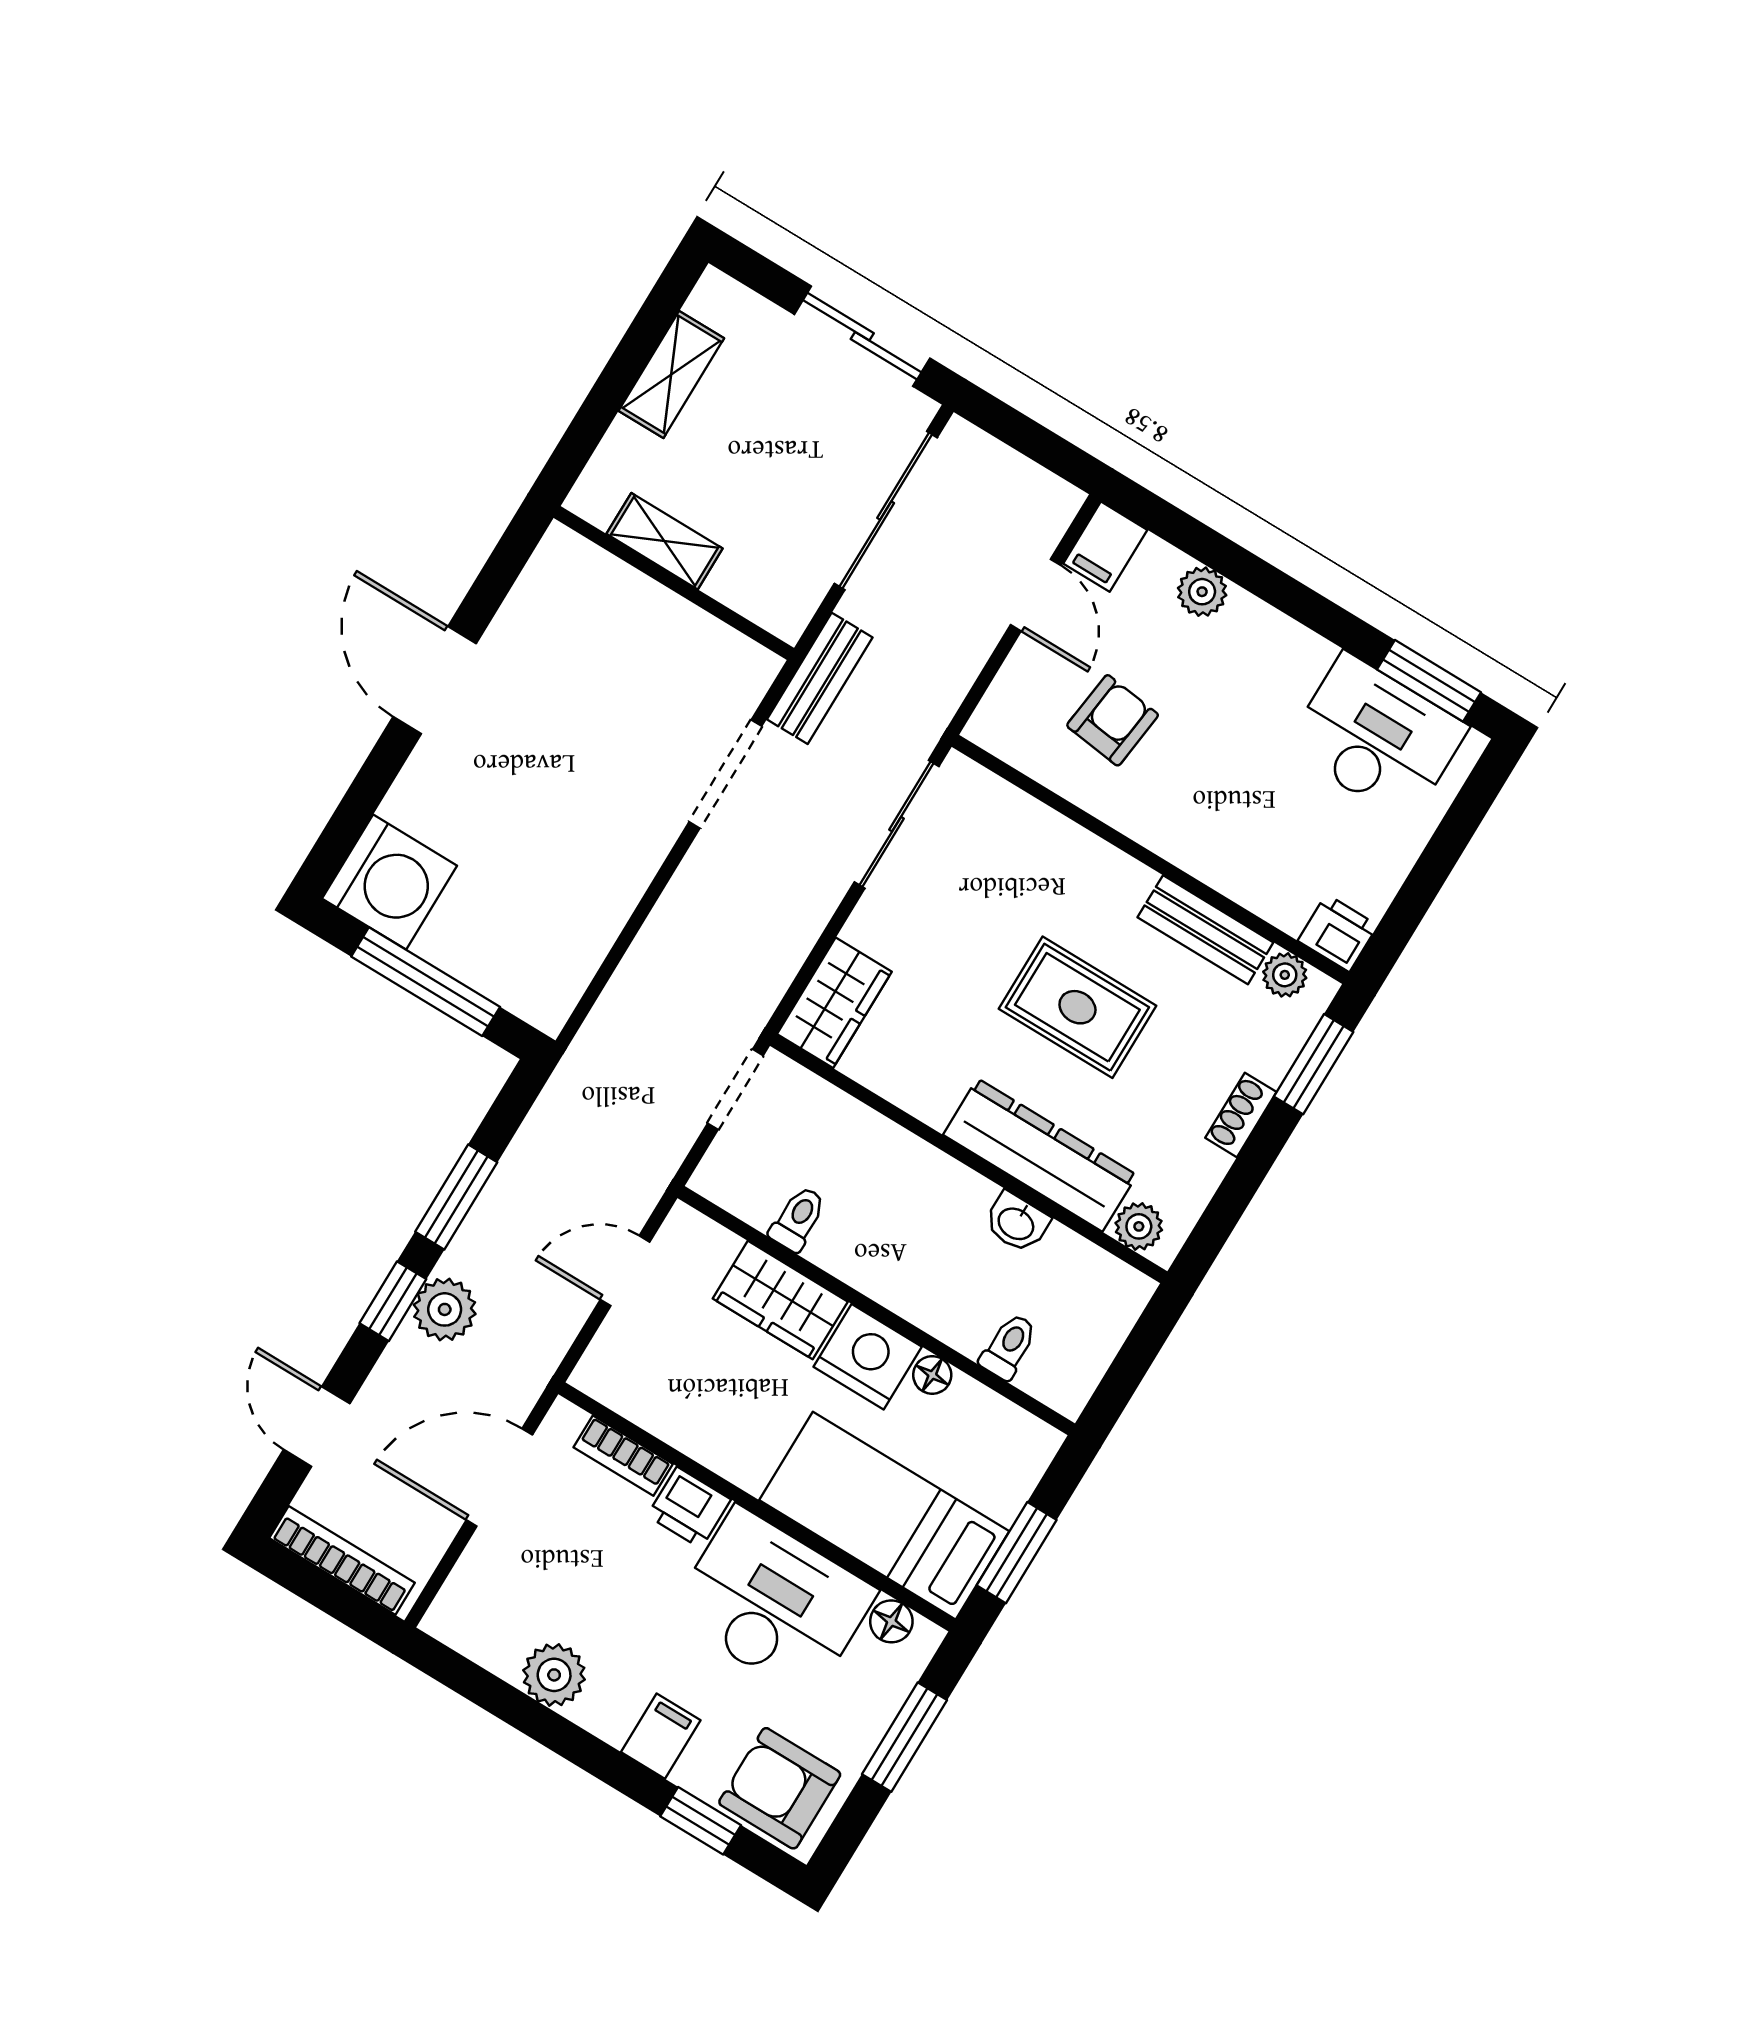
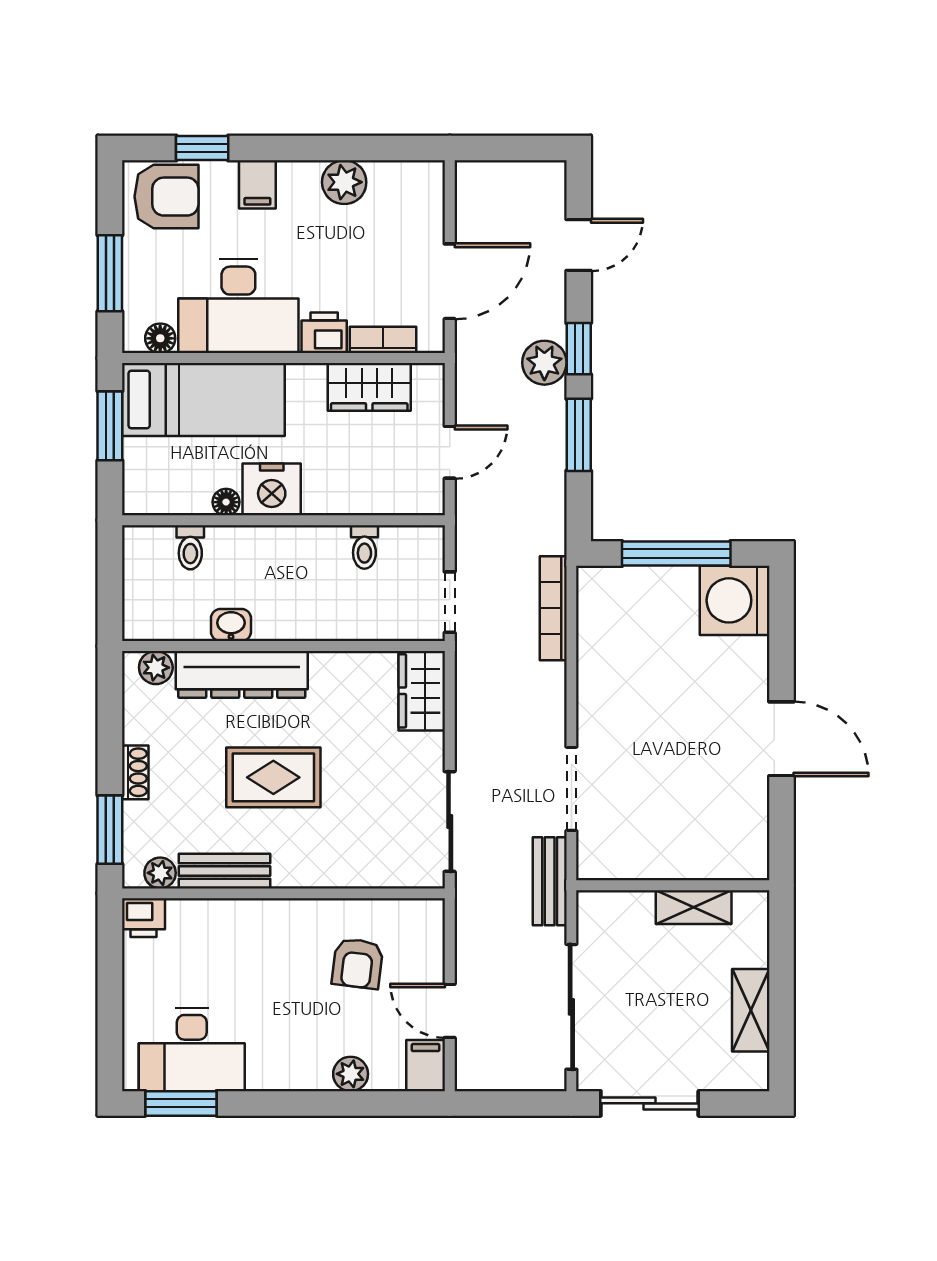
wardrobe: (780, 1300) -> (369, 387), moved, turned 180
door: (317, 1427) -> (579, 245), hinge flipped
bookcase: (342, 1560) -> (553, 608), moved, turned 90

